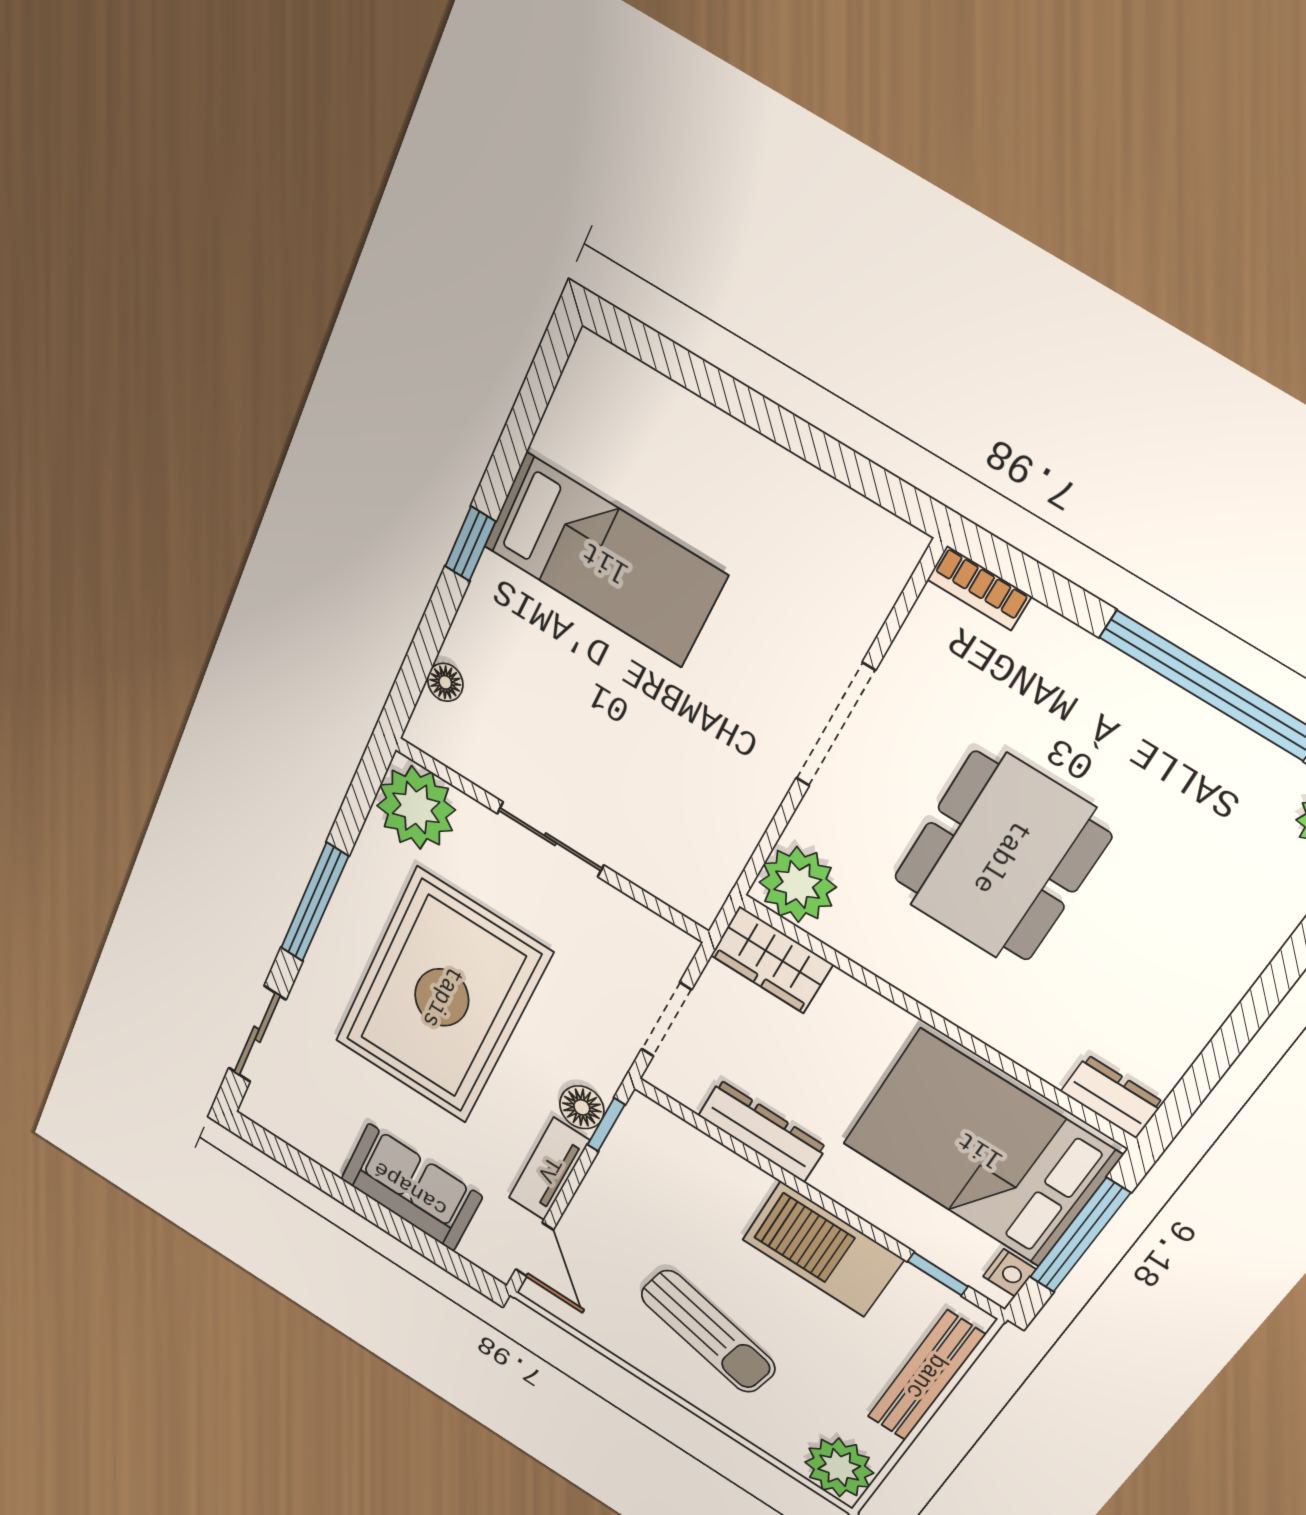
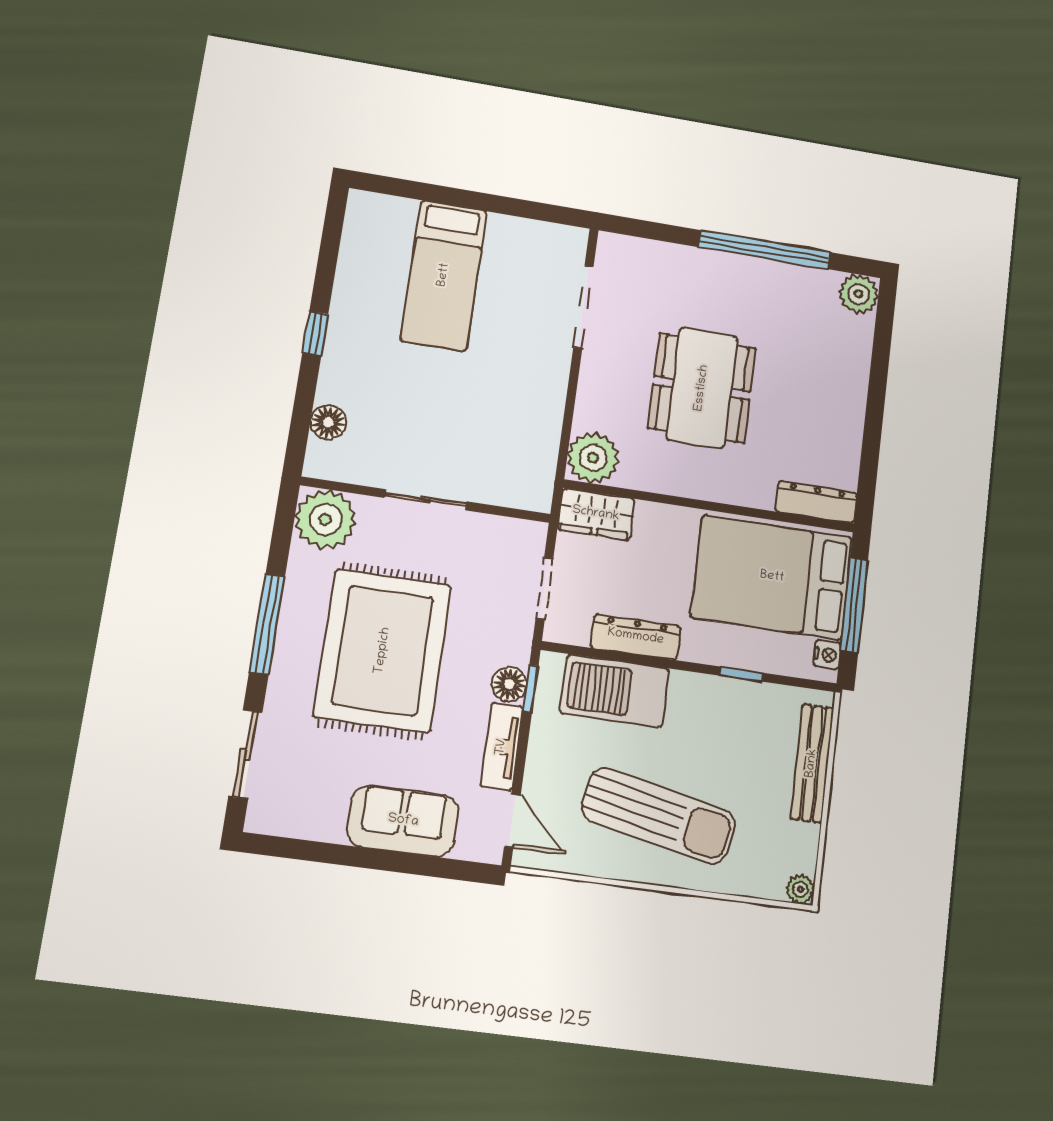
bed: (605, 561) -> (444, 275), moved, turned 90
bookcase: (979, 588) -> (625, 246), removed
floor lamp: (445, 682) -> (328, 422), width x1.37, depth x1.37
doorway: (835, 725) -> (583, 307), moved
dresser: (1112, 1097) -> (816, 502), width x1.44
barbecue: (823, 1249) -> (615, 691), moved
window: (938, 1274) -> (741, 674), moved
sun lounger: (708, 1332) -> (659, 816), width x1.36, depth x1.34
plant: (839, 1468) -> (800, 889), width x0.53, depth x0.53

